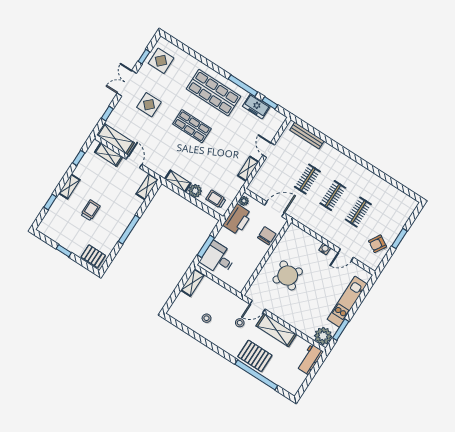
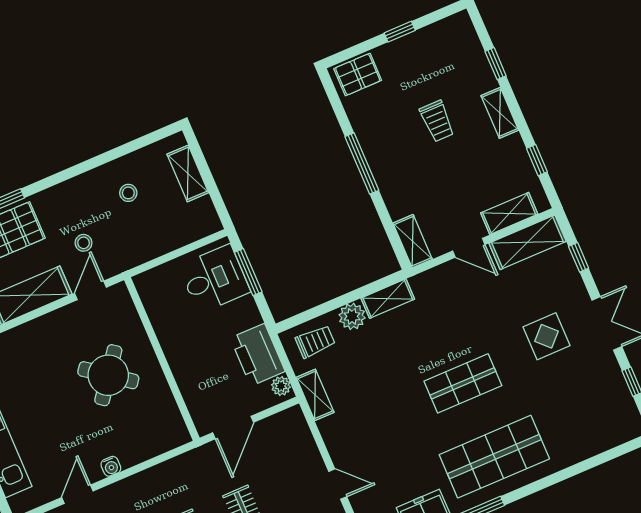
display table: (161, 61) -> (606, 405), removed
shelving: (248, 169) -> (315, 395), moved
chair: (267, 236) -> (198, 385), removed
shelving: (192, 283) -> (188, 173), moved

